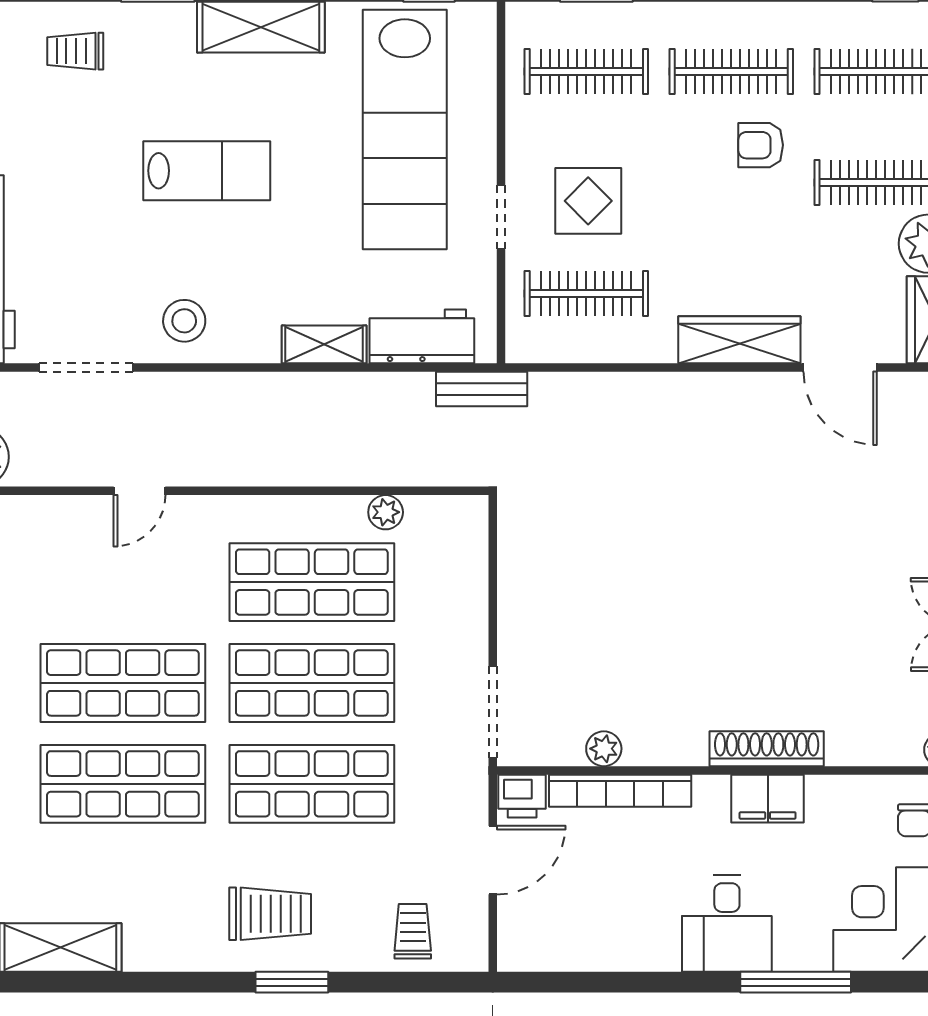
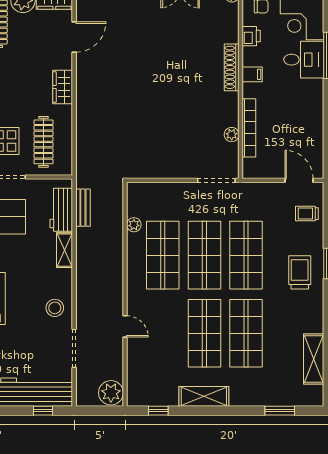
wardrobe: (739, 340) -> (63, 87), width x0.67
bench: (482, 389) -> (83, 208), moved
printer: (522, 796) -> (251, 36), moved
filing cabinet: (768, 799) -> (252, 74), width x0.50
door: (493, 860) -> (299, 180), moved
desk: (727, 924) -> (304, 60), moved

